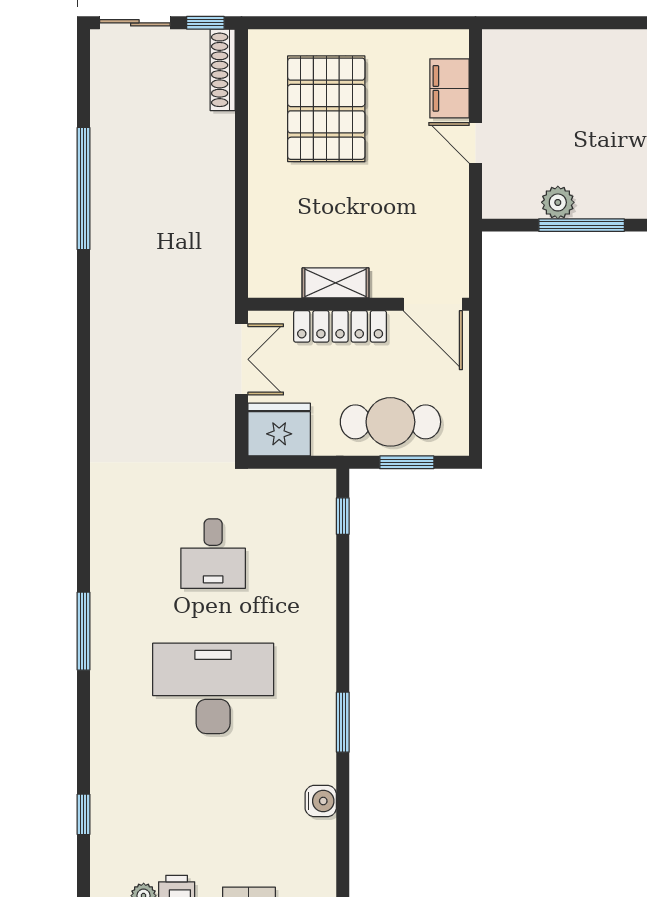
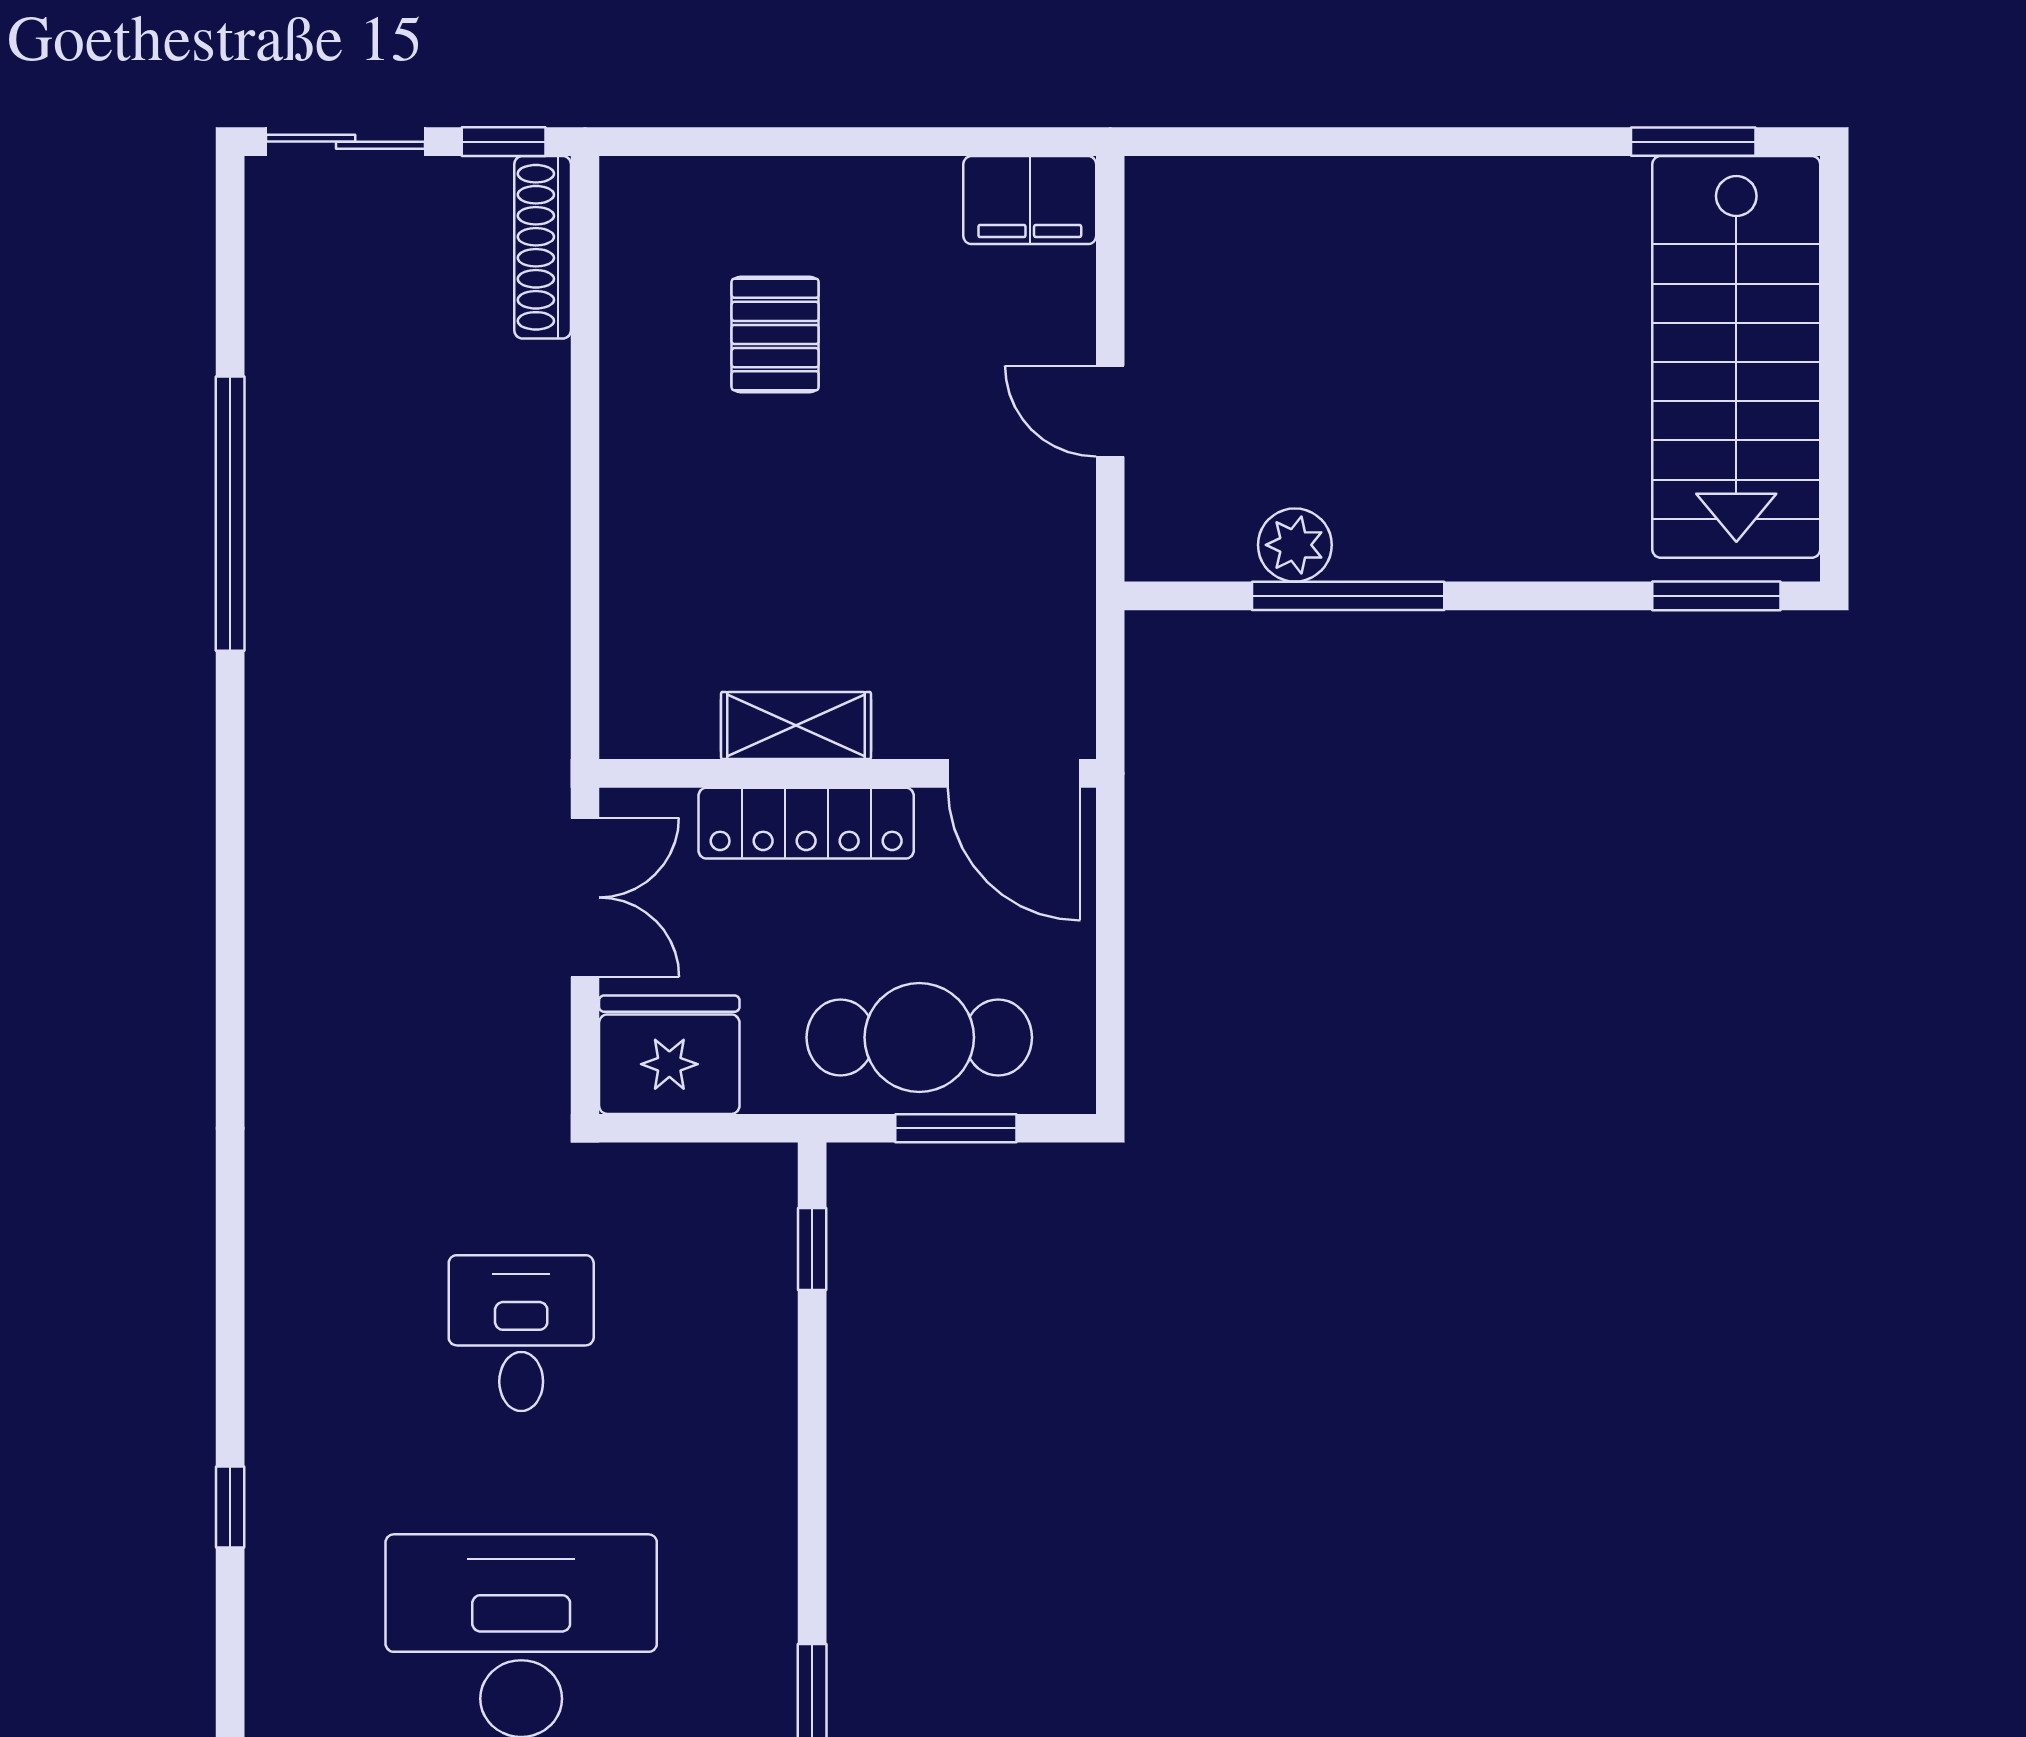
filing cabinet: (450, 88) -> (1030, 200), moved, turned -90
pallet: (326, 109) -> (775, 335), width x0.49, depth x0.50
desk: (213, 554) -> (521, 1333), turned 180
window: (83, 631) -> (230, 1507), width x0.46

